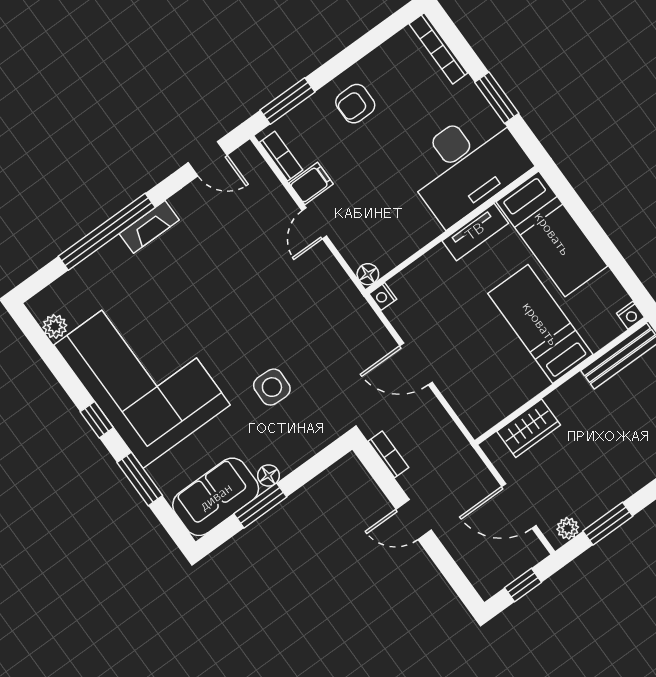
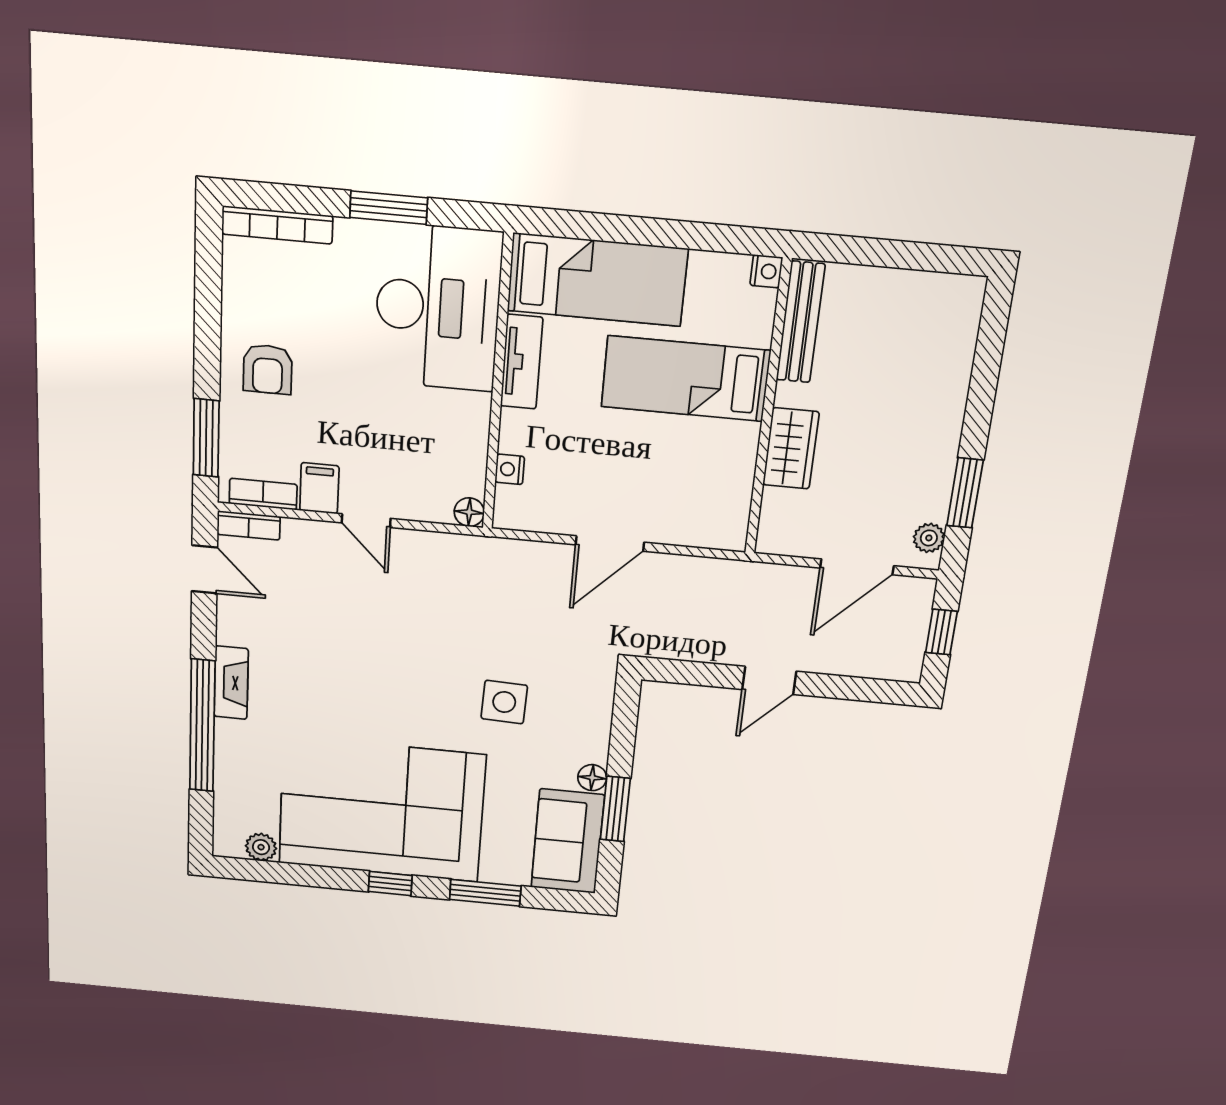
door: (208, 159) -> (204, 569), hinge flipped
nightstand: (383, 296) -> (510, 469), moved, turned 90
wardrobe: (529, 428) -> (791, 448), moved
bookcase: (388, 454) -> (249, 525), moved, turned 180

